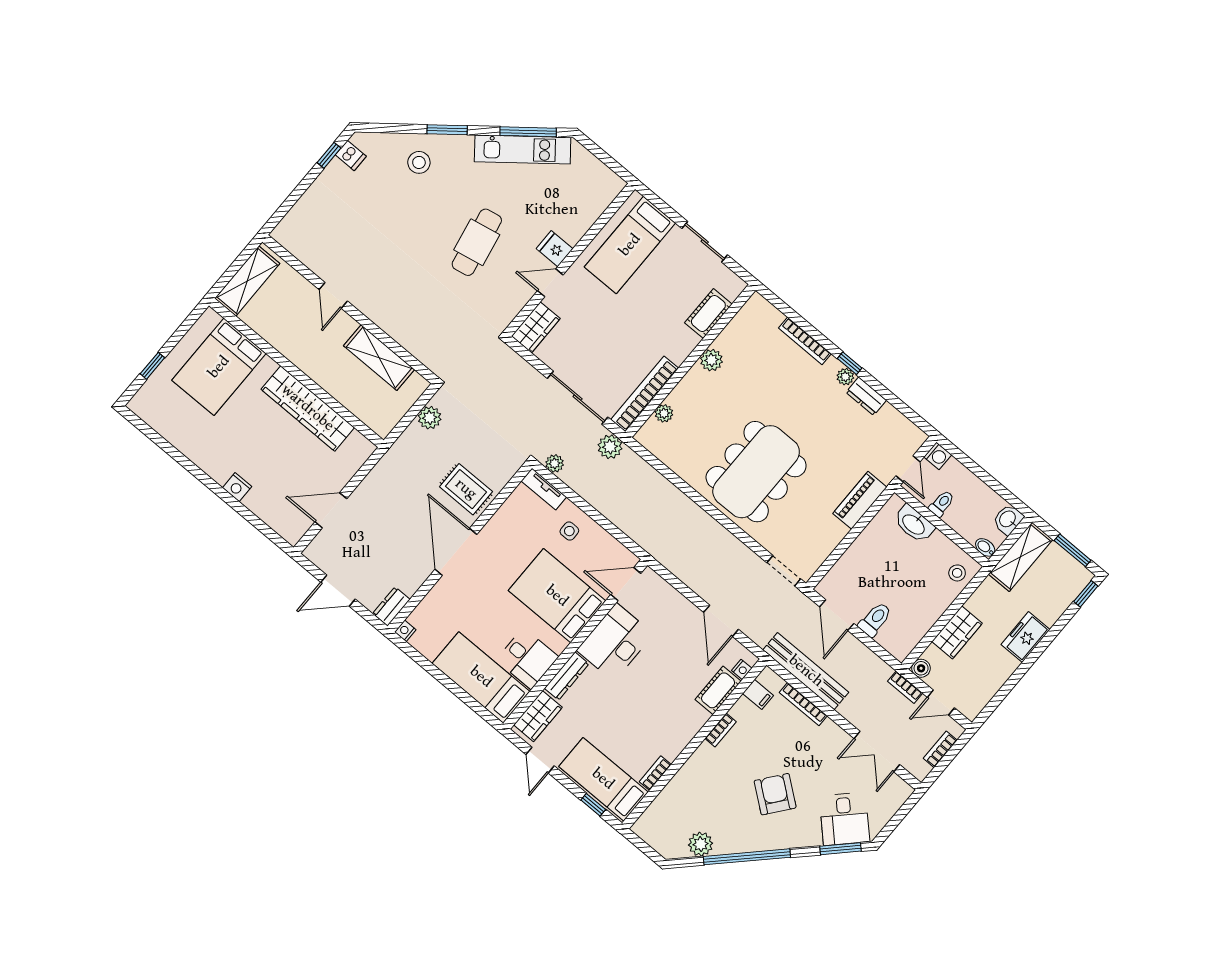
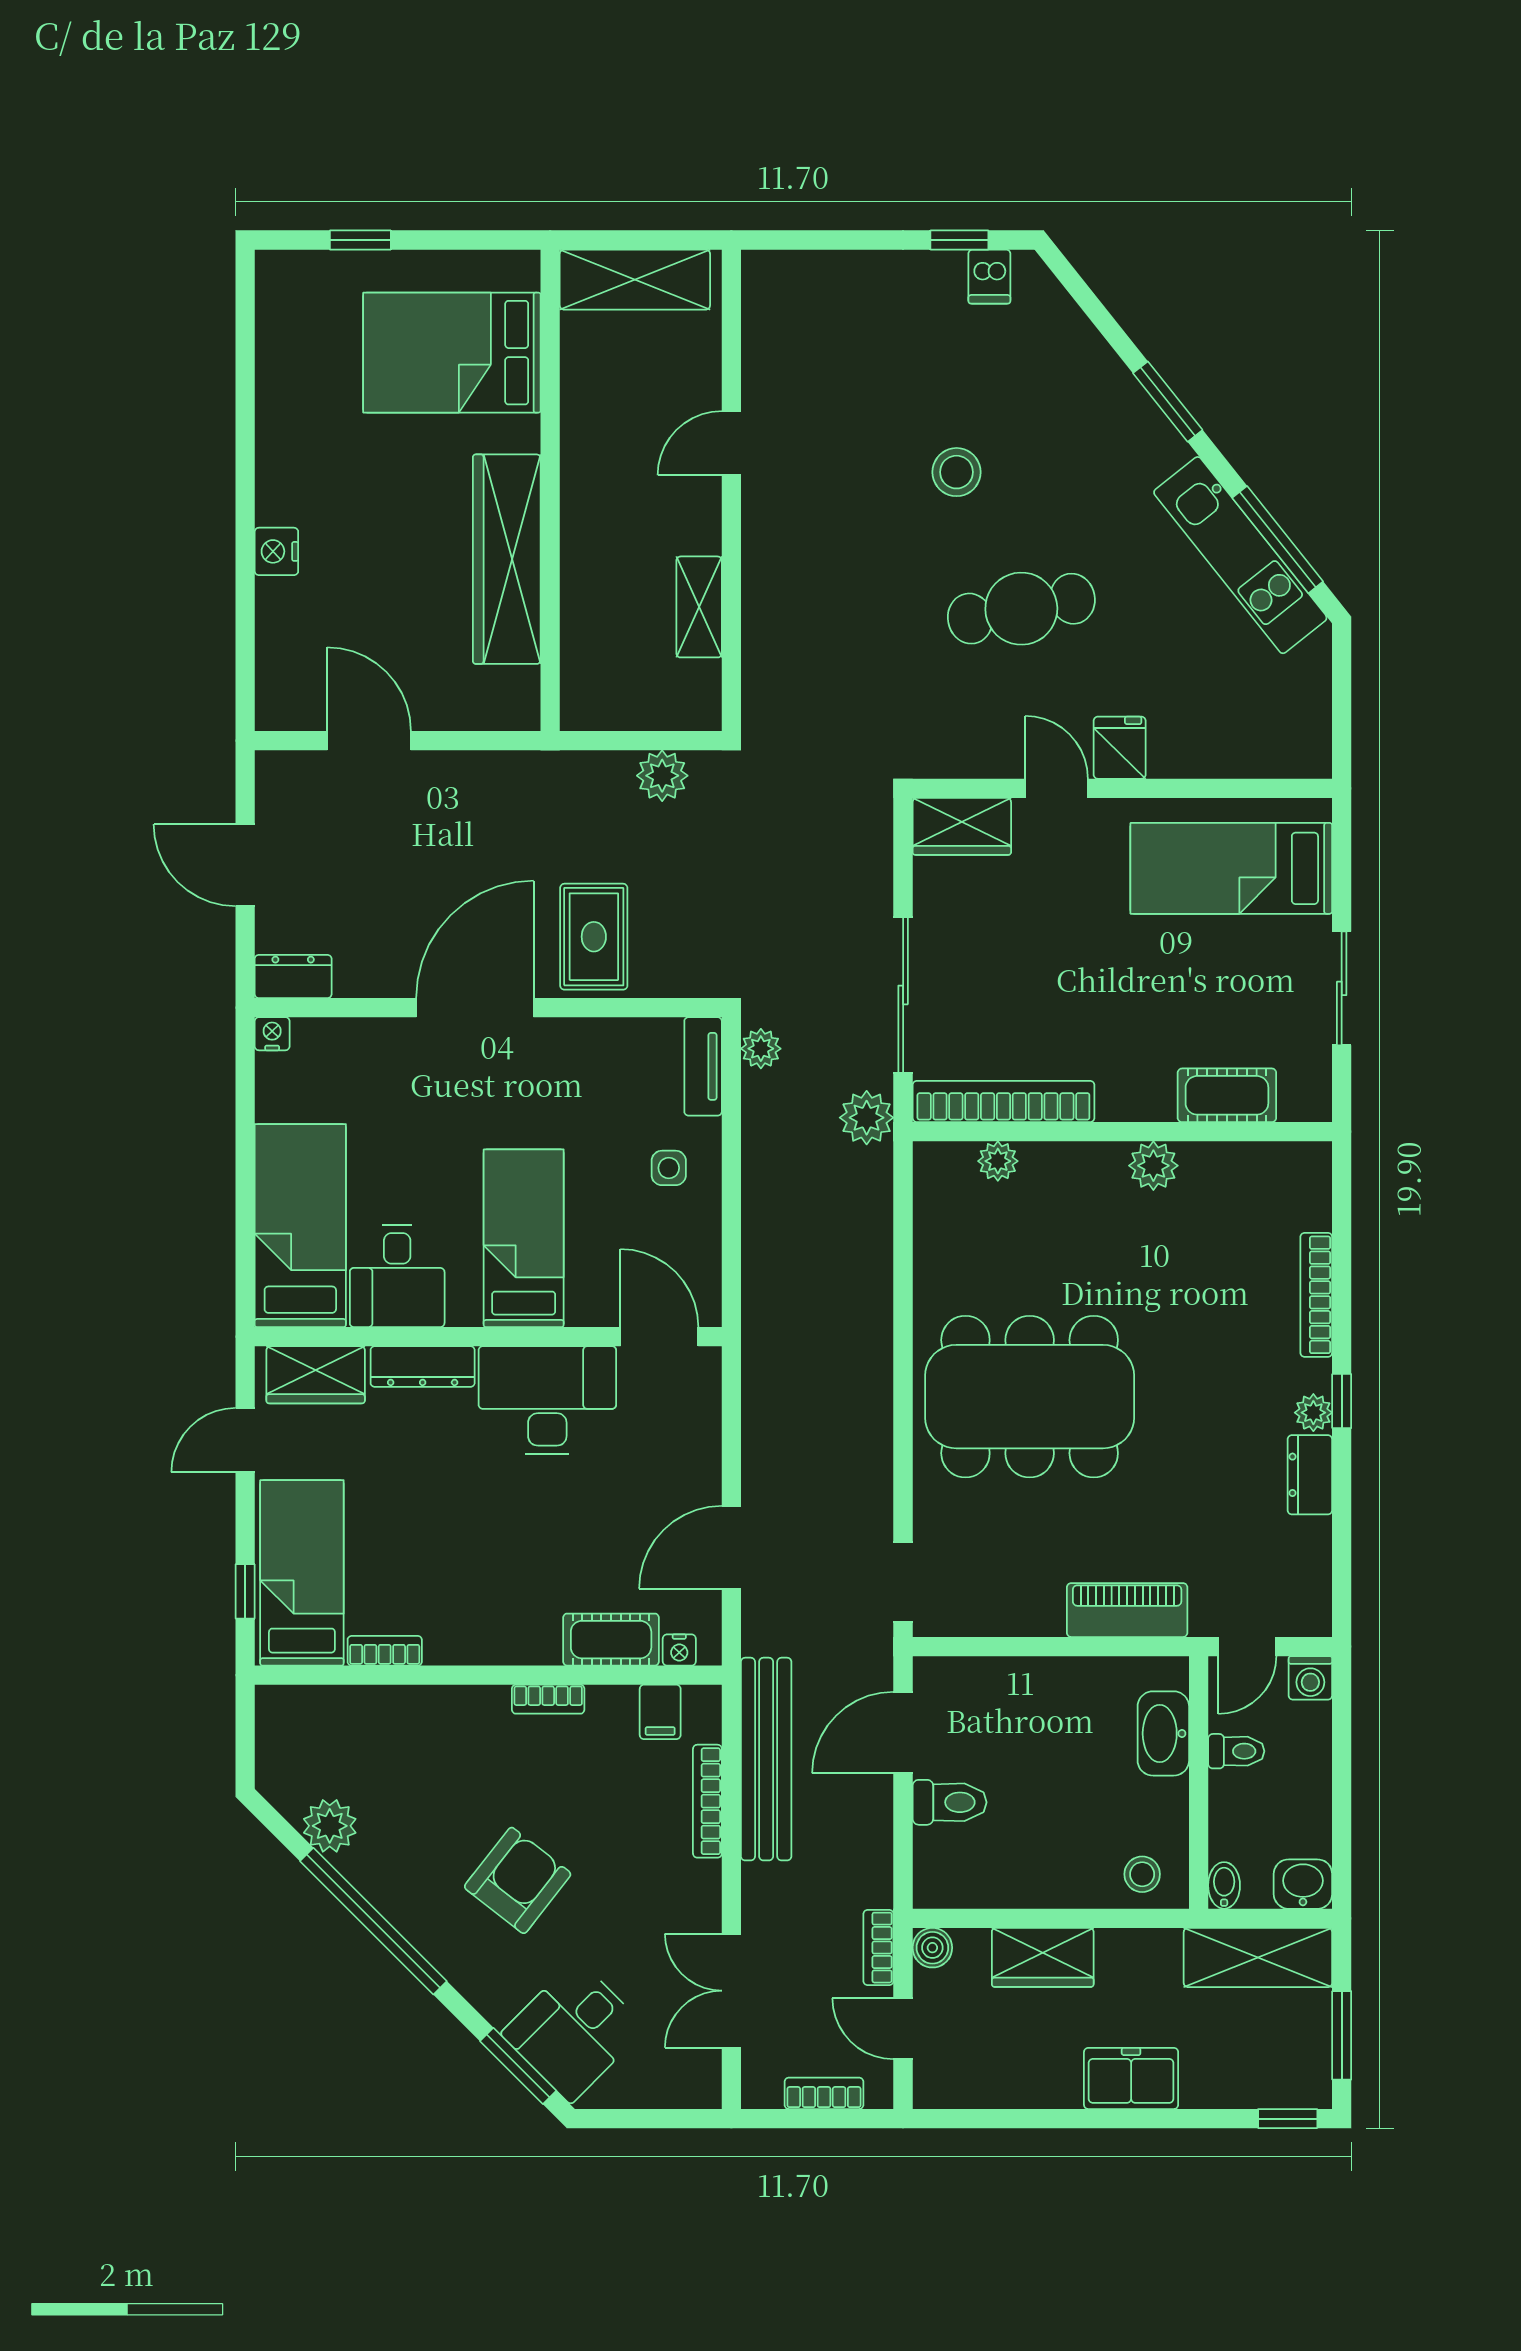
stool: (419, 162) -> (957, 472), moved
shelving: (379, 358) -> (699, 607), width x0.67, depth x0.75
bed: (557, 596) -> (524, 1238), width x0.67

